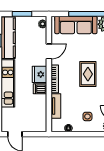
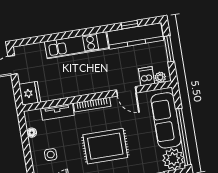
fridge: (40, 74) -> (30, 93), moved, turned 90
rug: (88, 74) -> (105, 146), width x1.36, depth x1.43
dishwasher: (40, 89) -> (146, 76), moved

